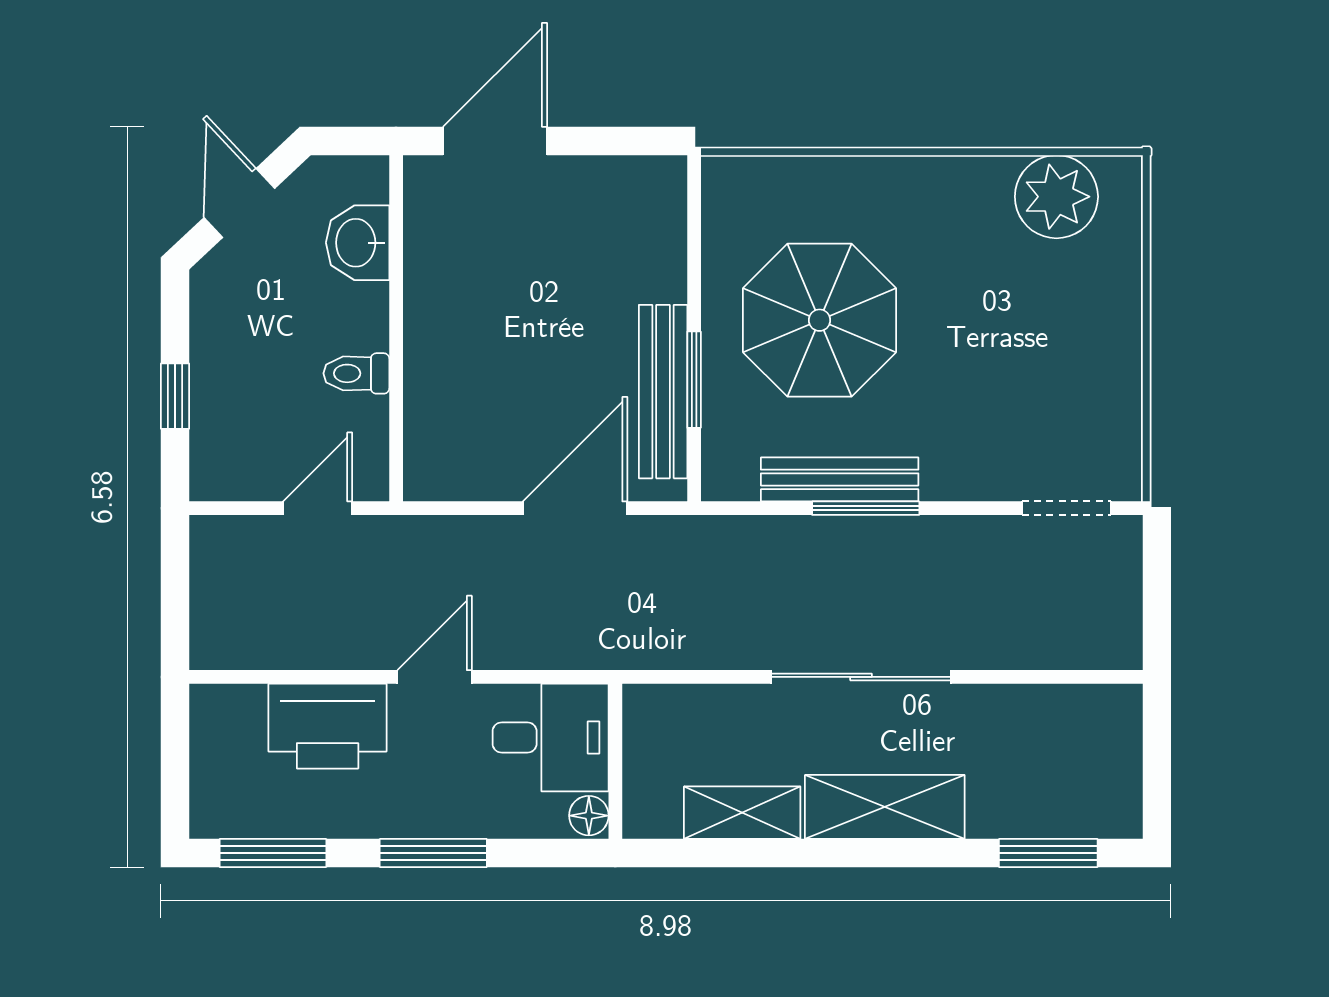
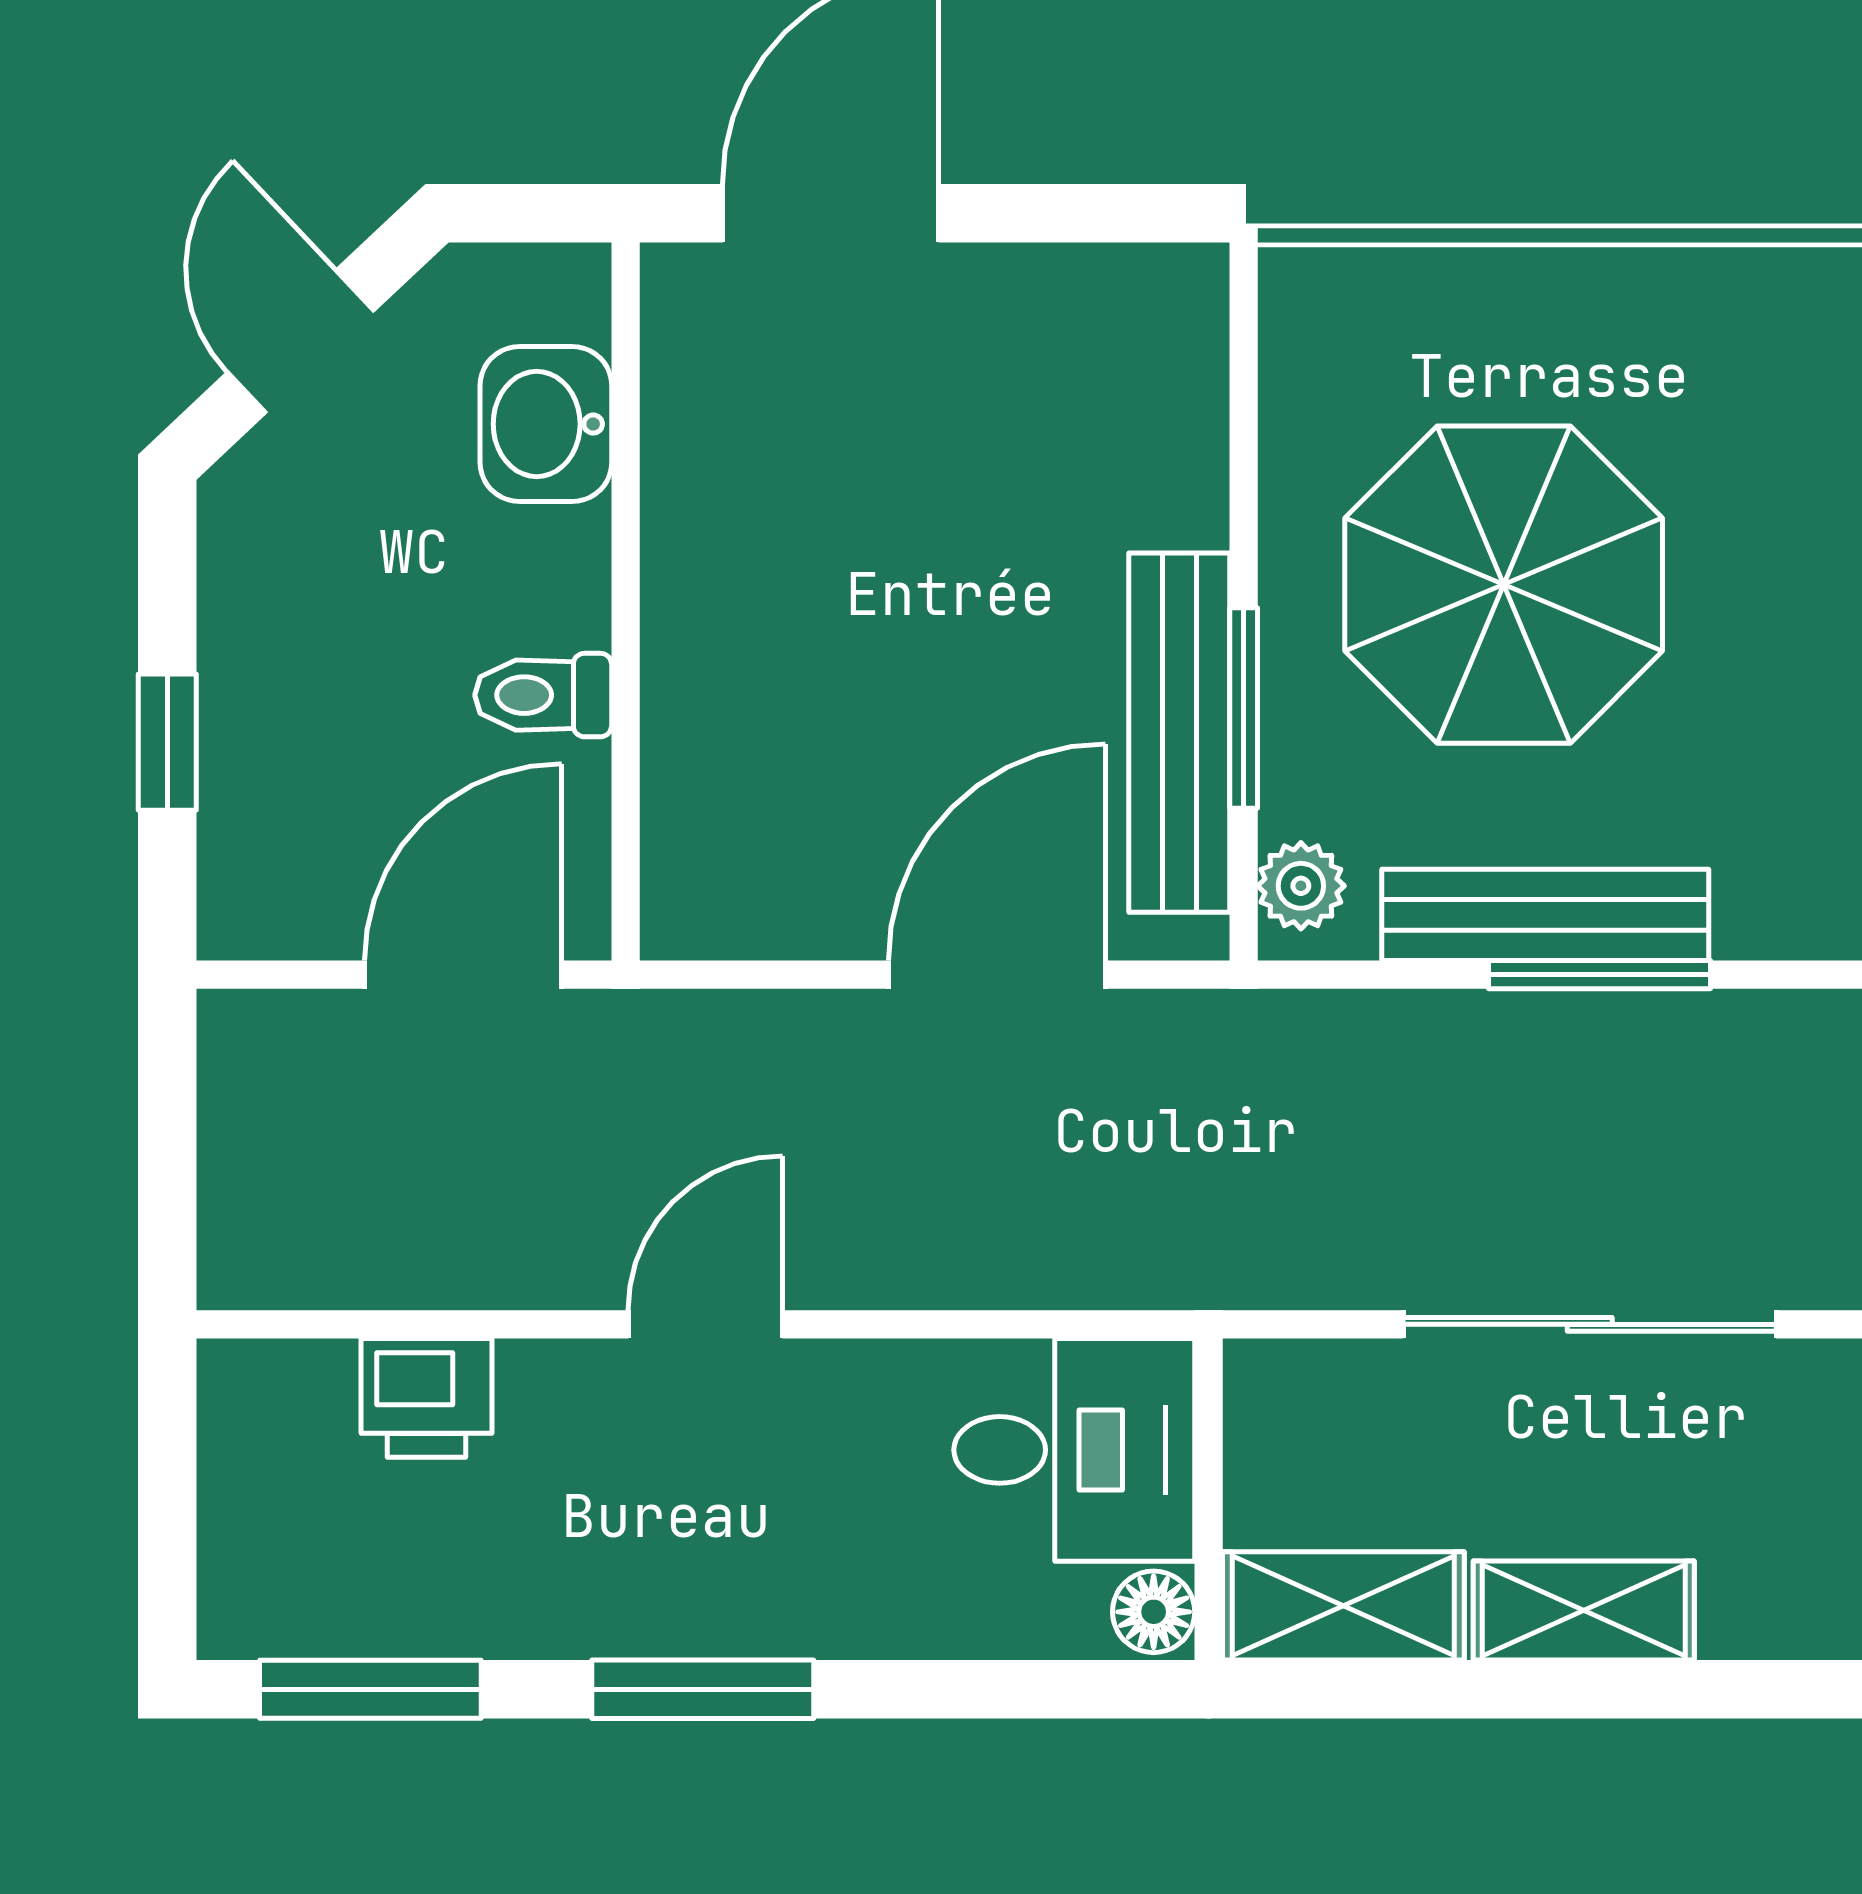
plant: (722, 465) -> (1301, 886), added
door: (318, 508) -> (463, 975), width x1.37
printer: (328, 726) -> (426, 1398), width x0.53, depth x0.68
desk: (551, 737) -> (1074, 1450), moved
wall: (615, 761) -> (1209, 1499), moved
shelving: (885, 807) -> (1584, 1610), width x0.67, depth x0.75
floor lamp: (589, 816) -> (1154, 1612), moved

